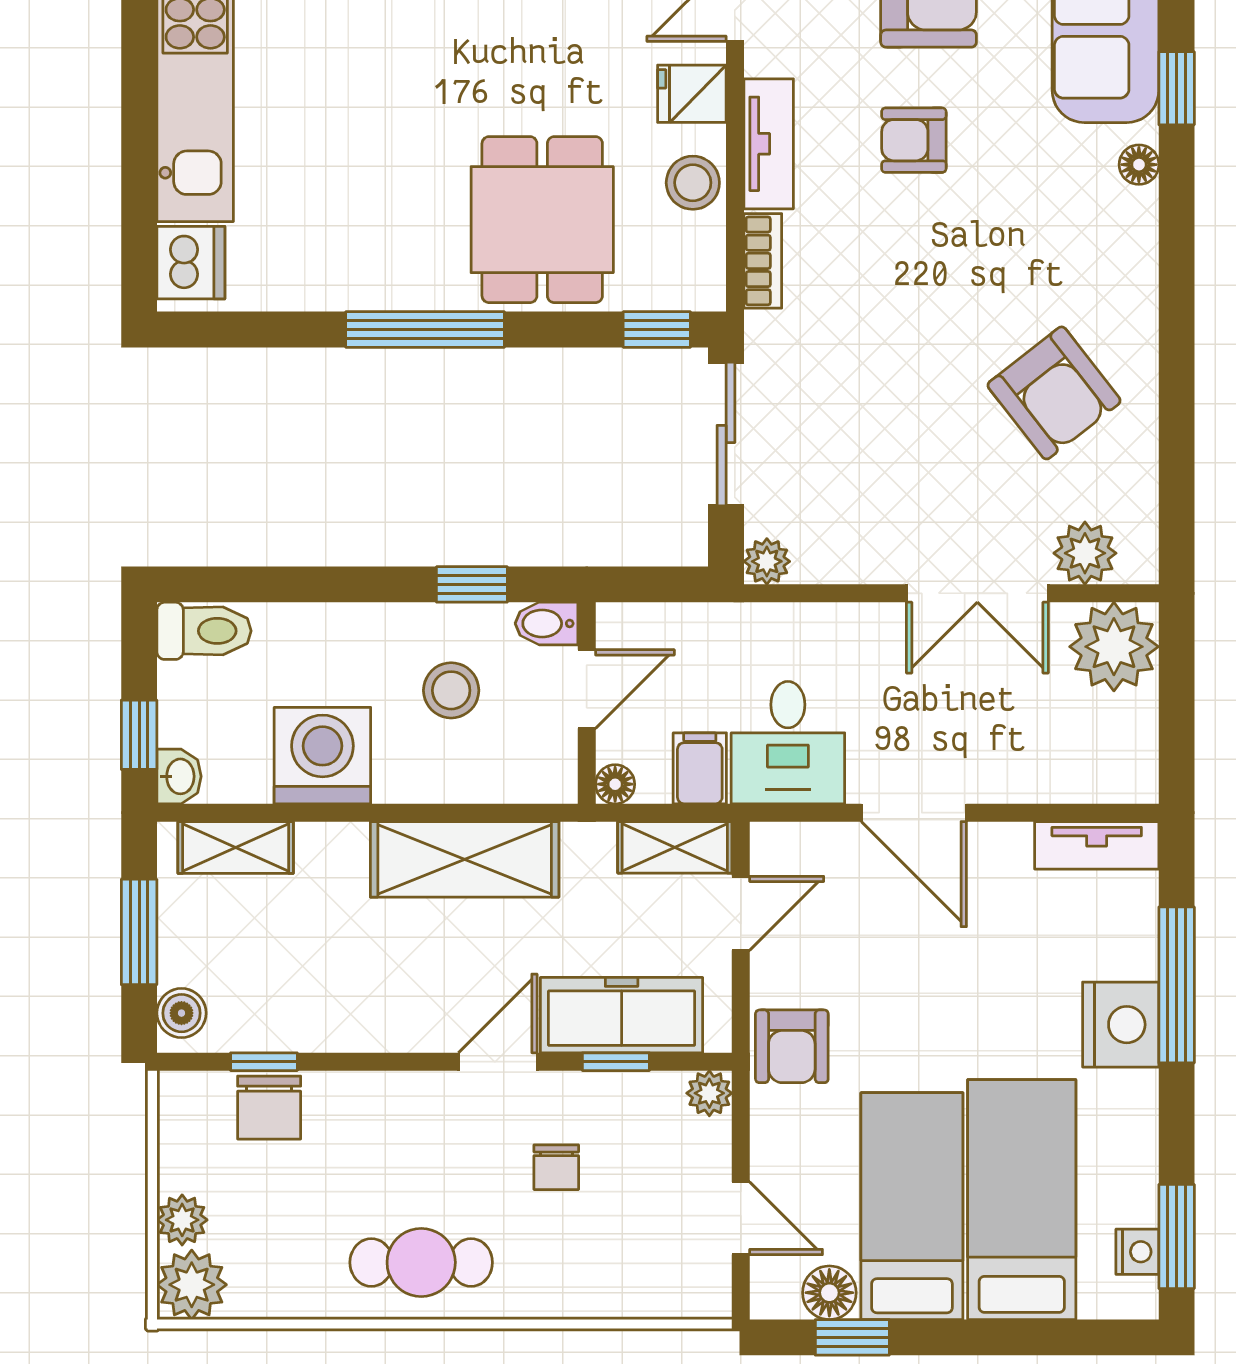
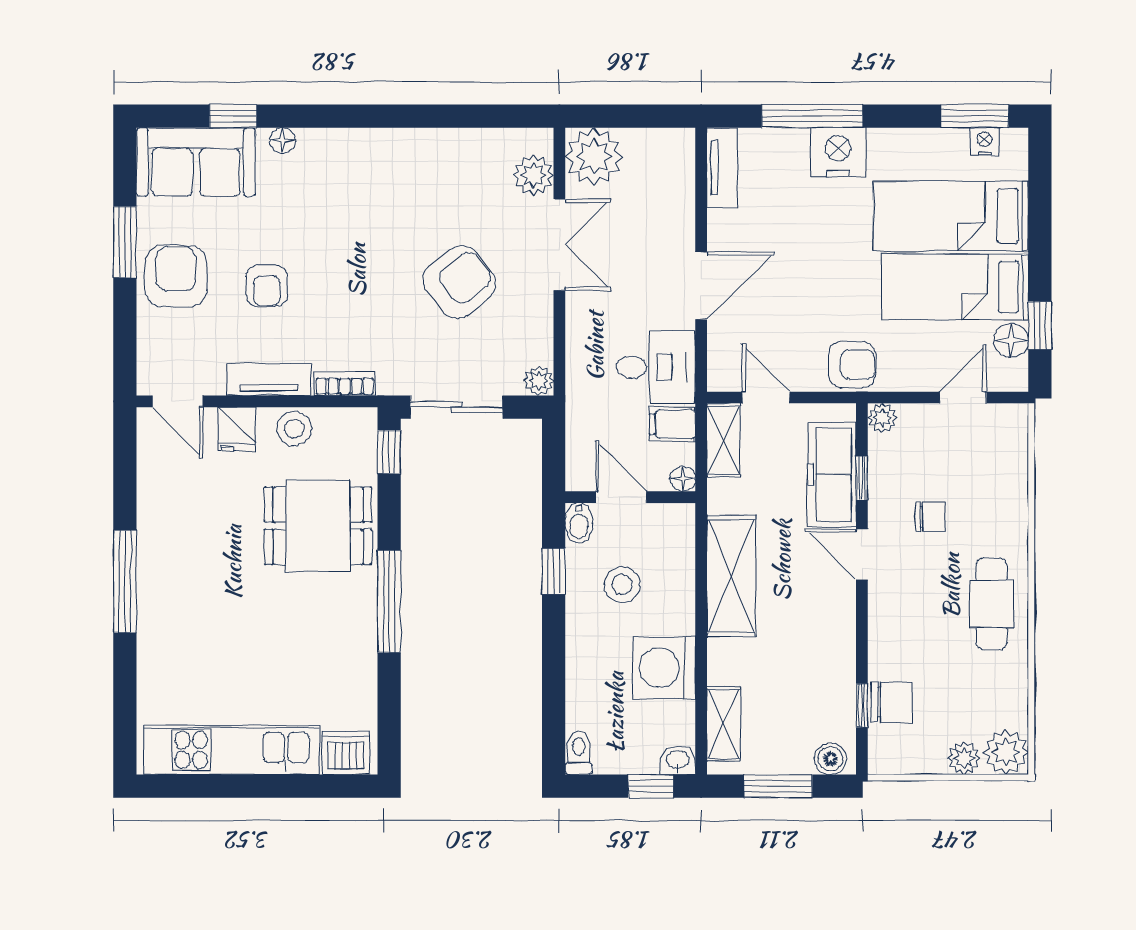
armchair: (1054, 393) -> (459, 282), moved
toilet: (204, 631) -> (579, 753), width x0.73, depth x0.72

